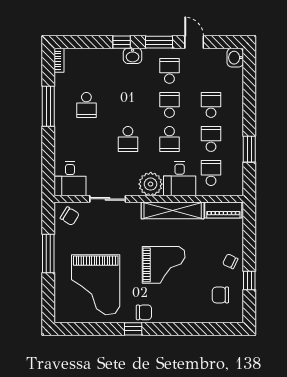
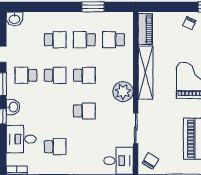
school desk: (169, 105) -> (55, 75), turned 180
school desk: (211, 105) -> (55, 40), turned 180
desk: (180, 179) -> (21, 139), moved, turned 180

